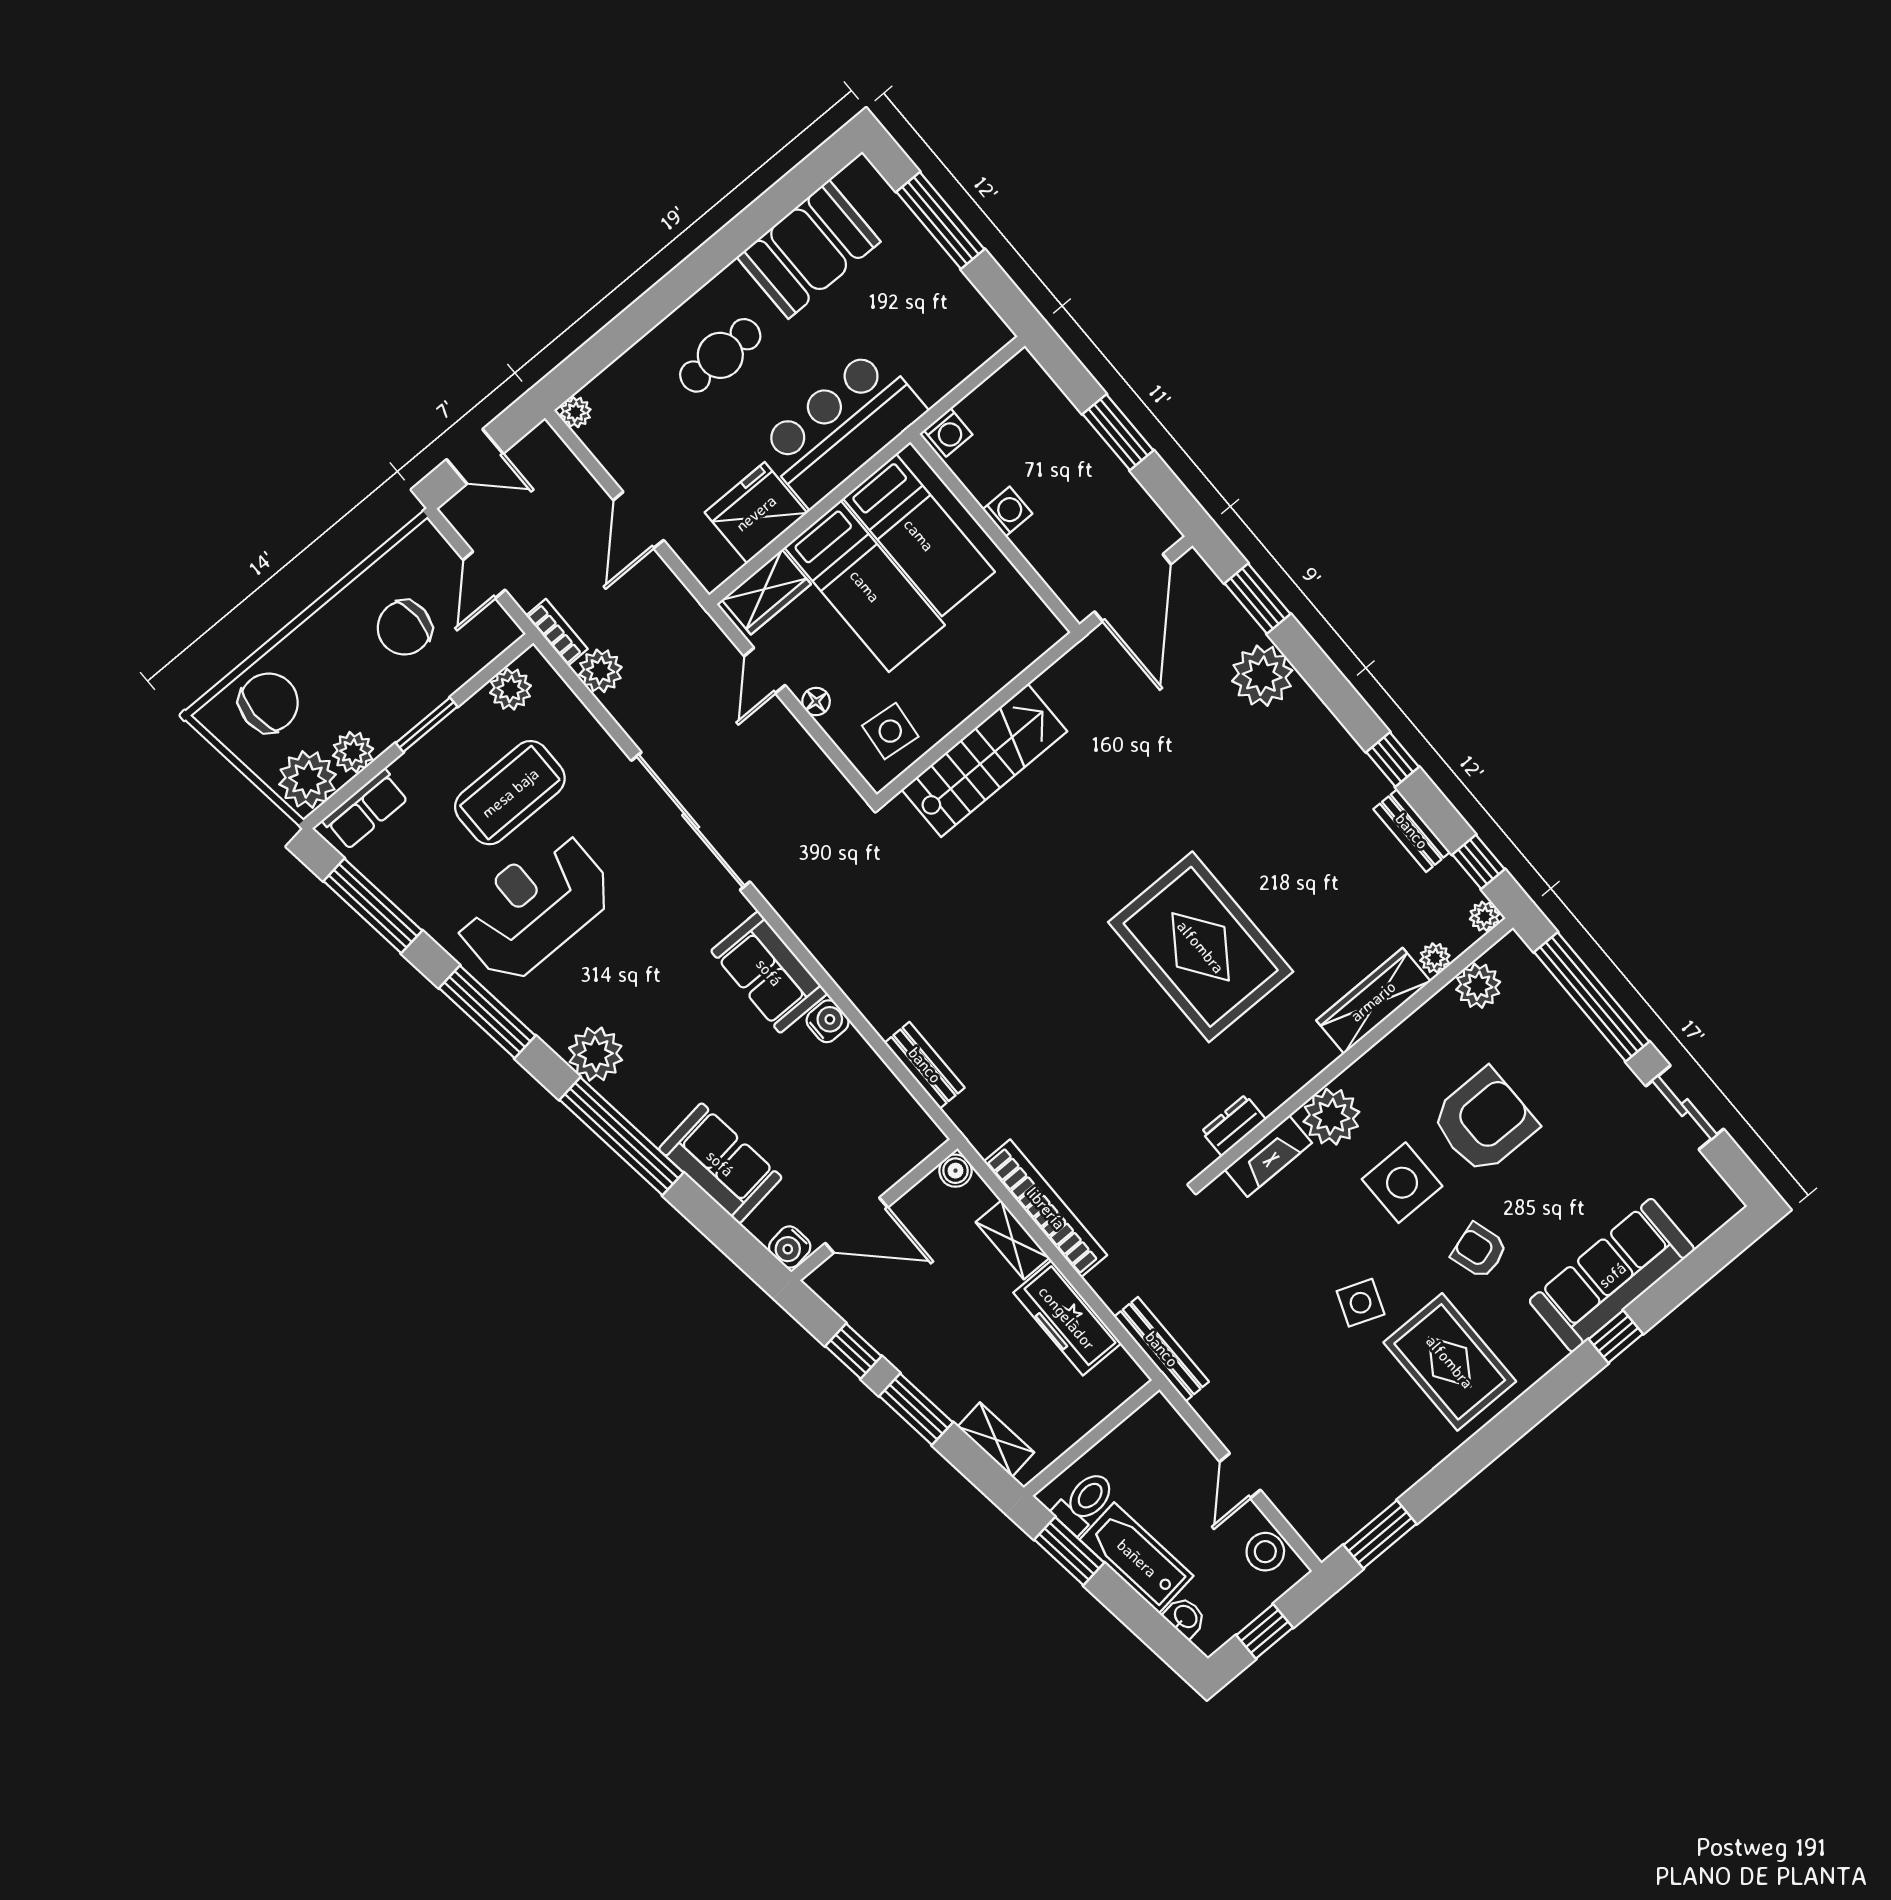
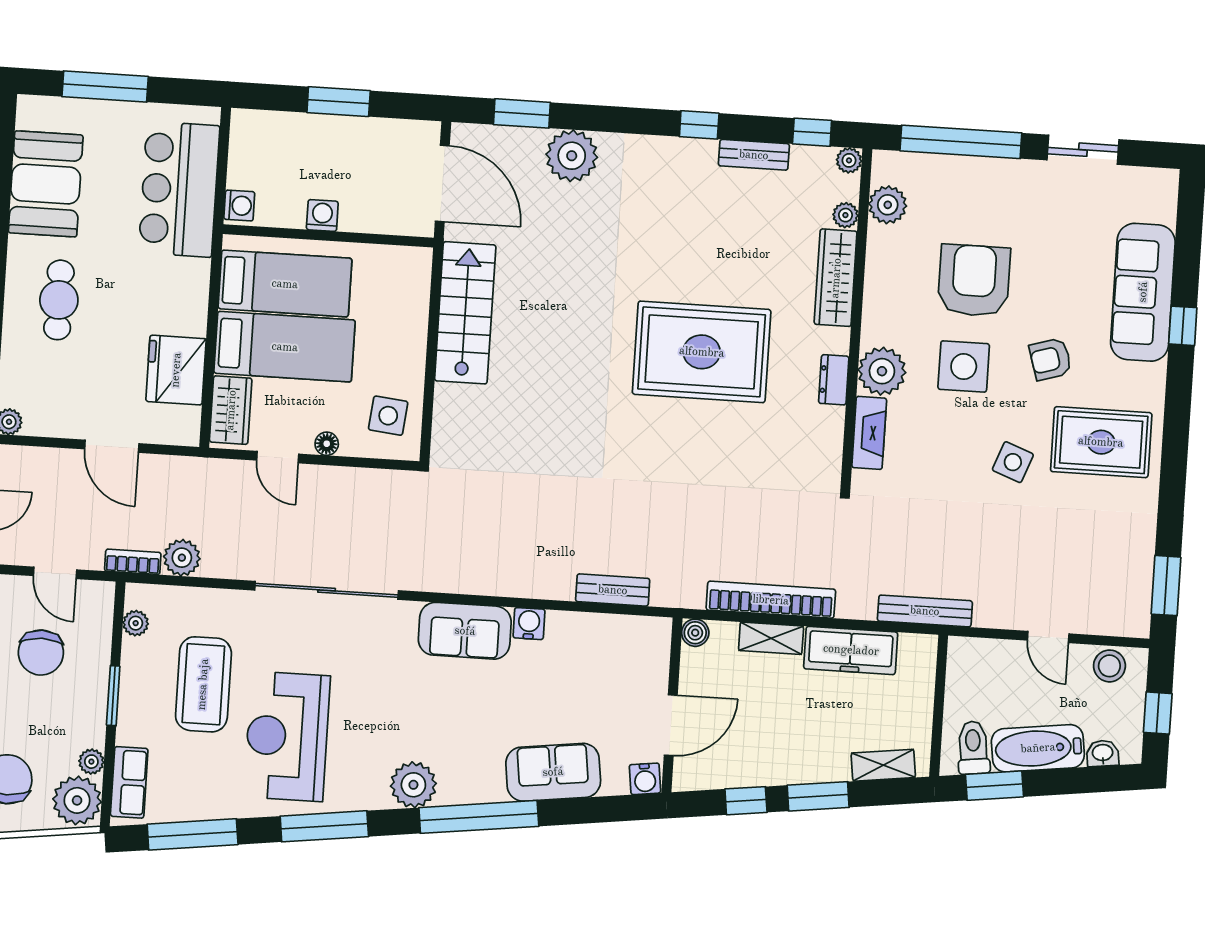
bar counter: (842, 428) -> (179, 189), moved
plant: (510, 689) -> (136, 623), width x0.73, depth x0.73
plant: (353, 752) -> (91, 762), width x0.73, depth x0.73
stairs: (984, 760) -> (465, 313), moved
dresser: (1234, 1125) -> (834, 380), moved

